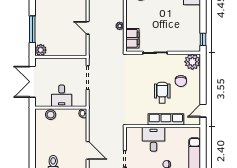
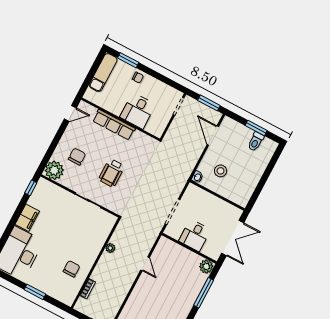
filing cabinet: (132, 38) -> (27, 218), moved, turned 180
wheelchair: (162, 93) -> (112, 173), moved
desk: (62, 96) -> (195, 235), moved, turned 180
stool: (51, 115) -> (221, 171), moved

